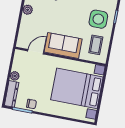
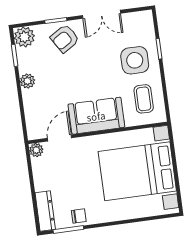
plant: (15, 76) -> (36, 150), moved

